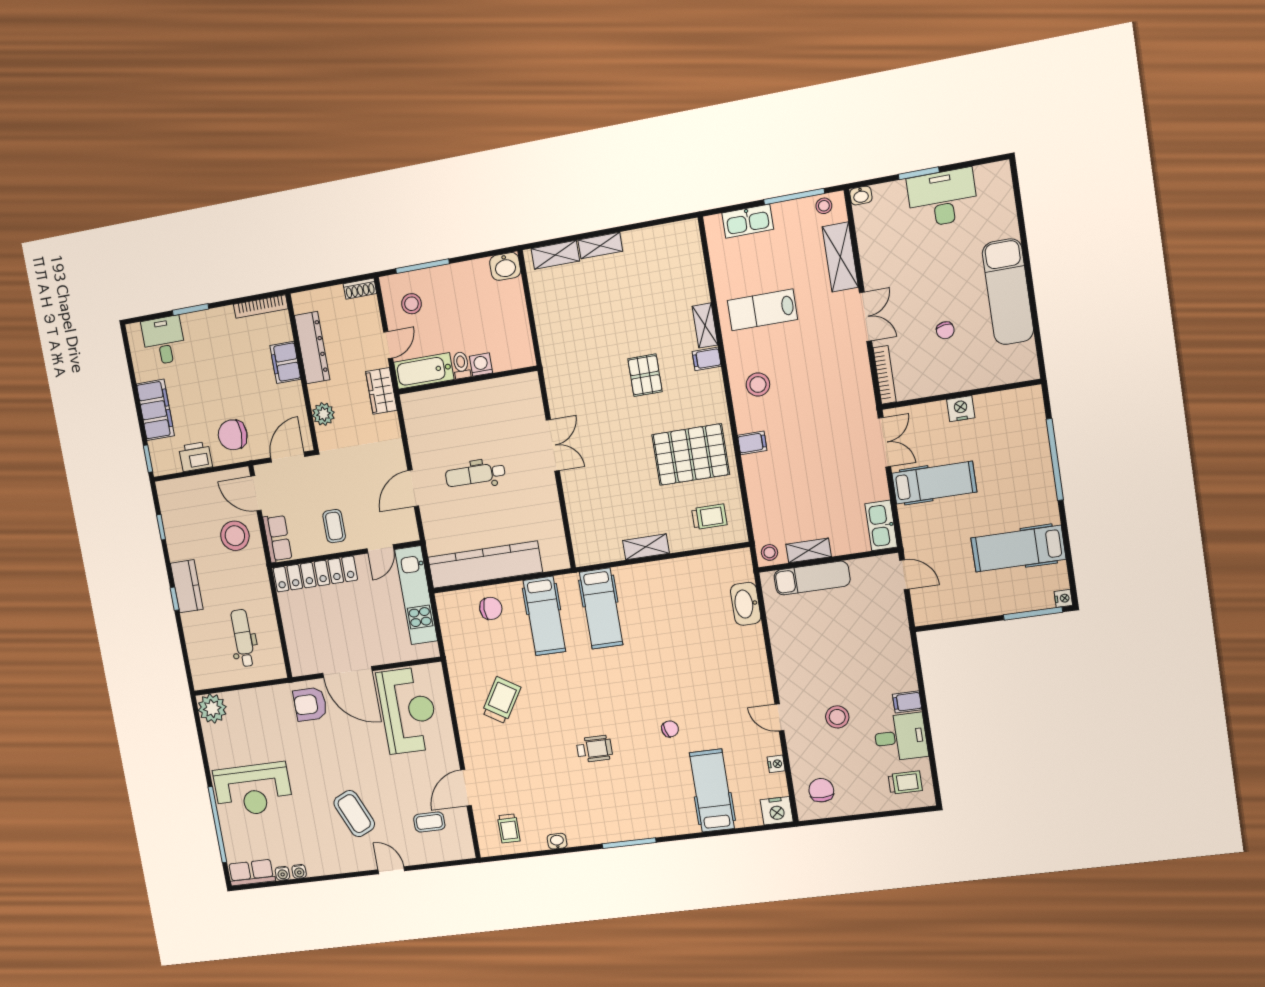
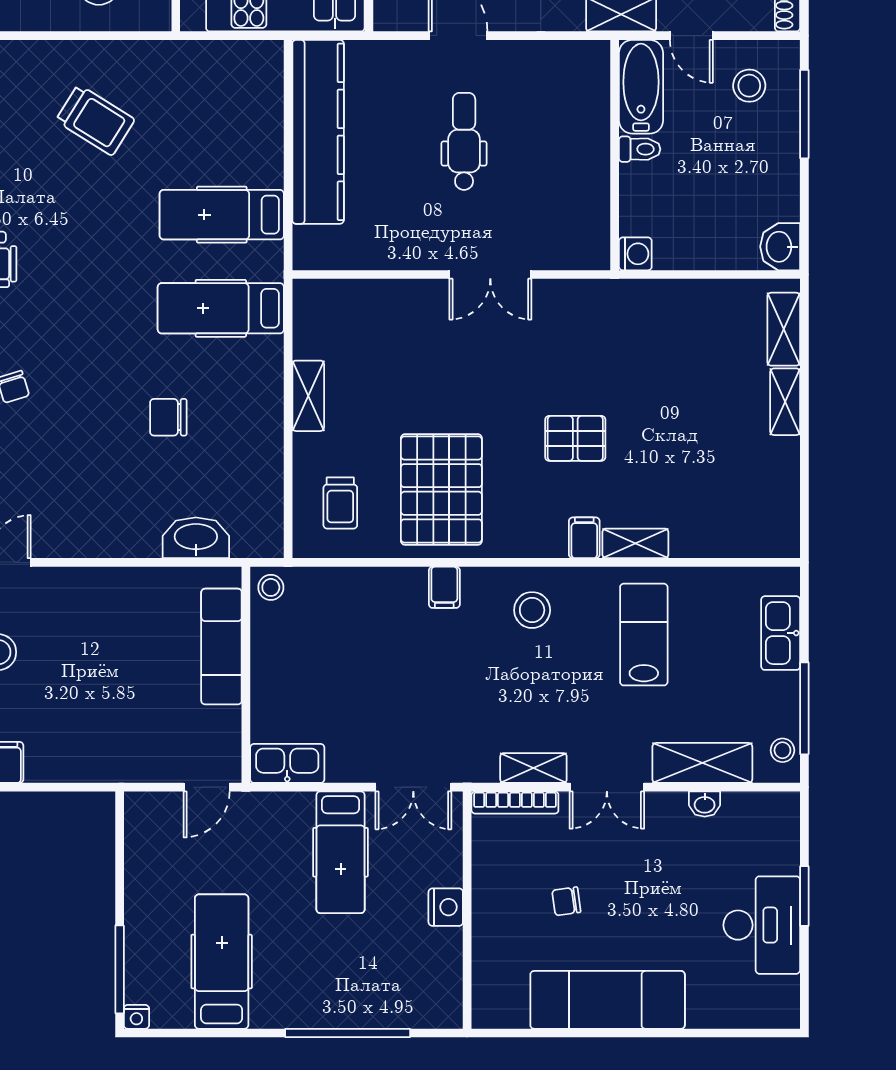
washbasin: (861, 196) -> (705, 804), moved, turned -90
washing machine: (481, 365) -> (635, 254), moved
shelving: (809, 550) -> (533, 768), moved, turned 90
chair: (491, 608) -> (168, 417), moved, turned 90

